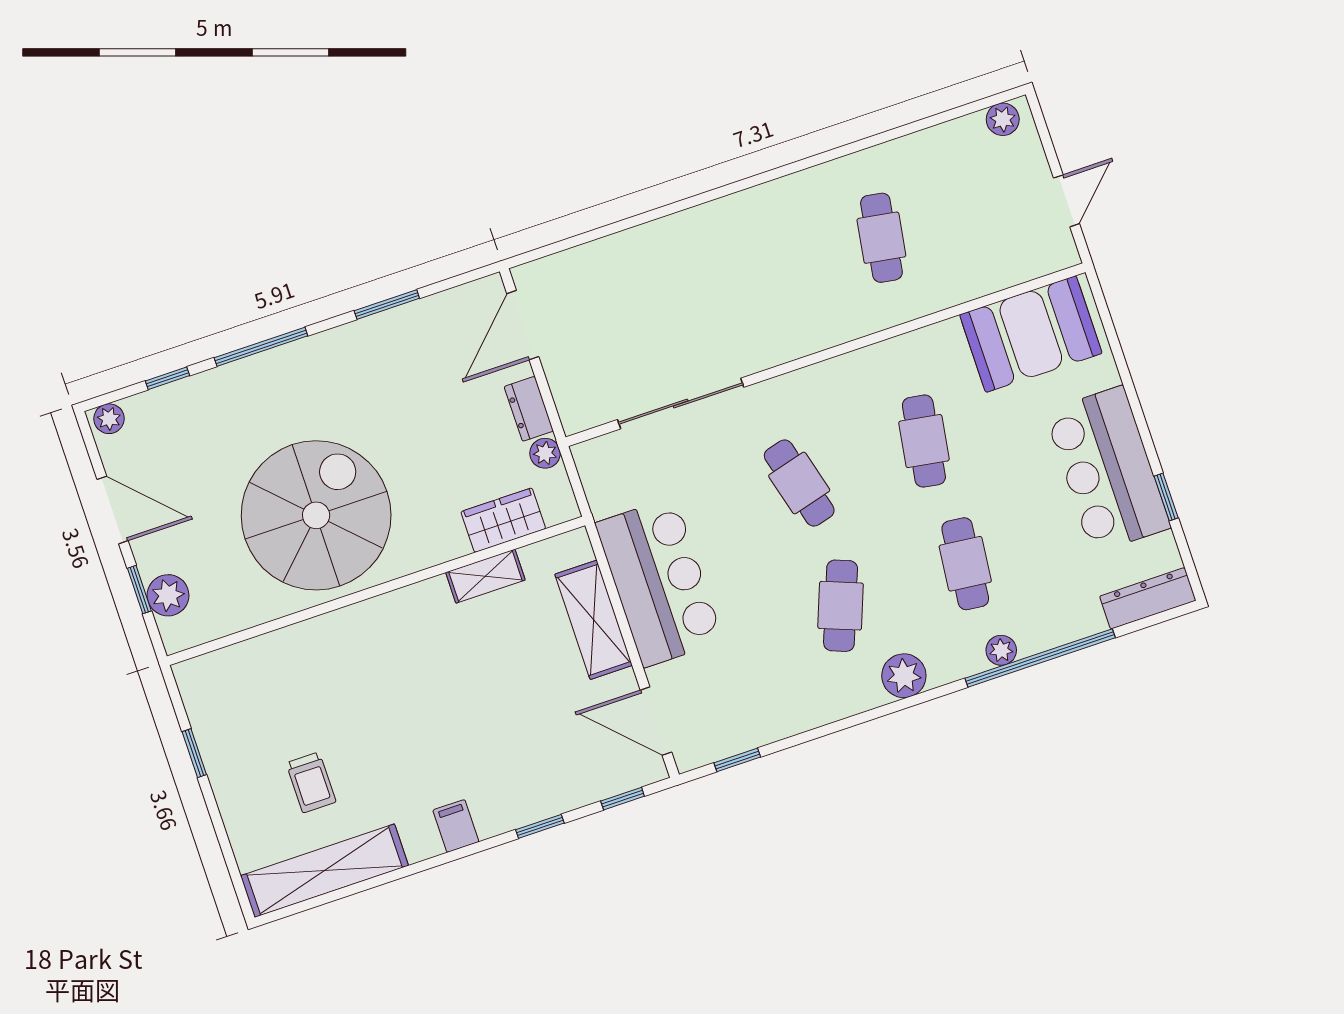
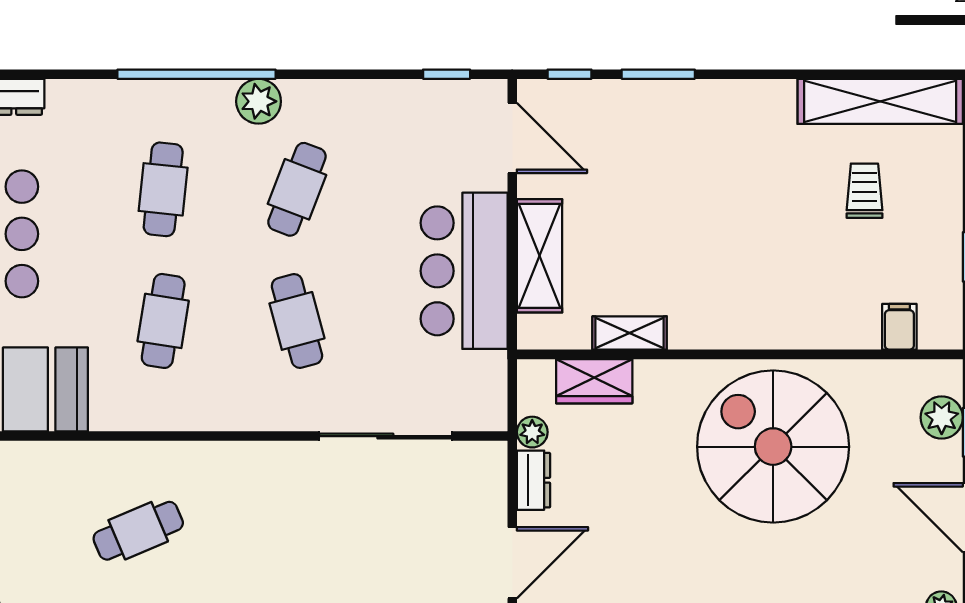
cafe table: (881, 238) -> (138, 531), turned 58
spiral stairs: (316, 515) -> (773, 447), turned 90
plant: (1001, 650) -> (157, 94), removed
window: (1040, 658) -> (197, 74), moved
filing cabinet: (456, 826) -> (899, 327), moved, turned 180
window: (540, 826) -> (658, 74), width x1.50

